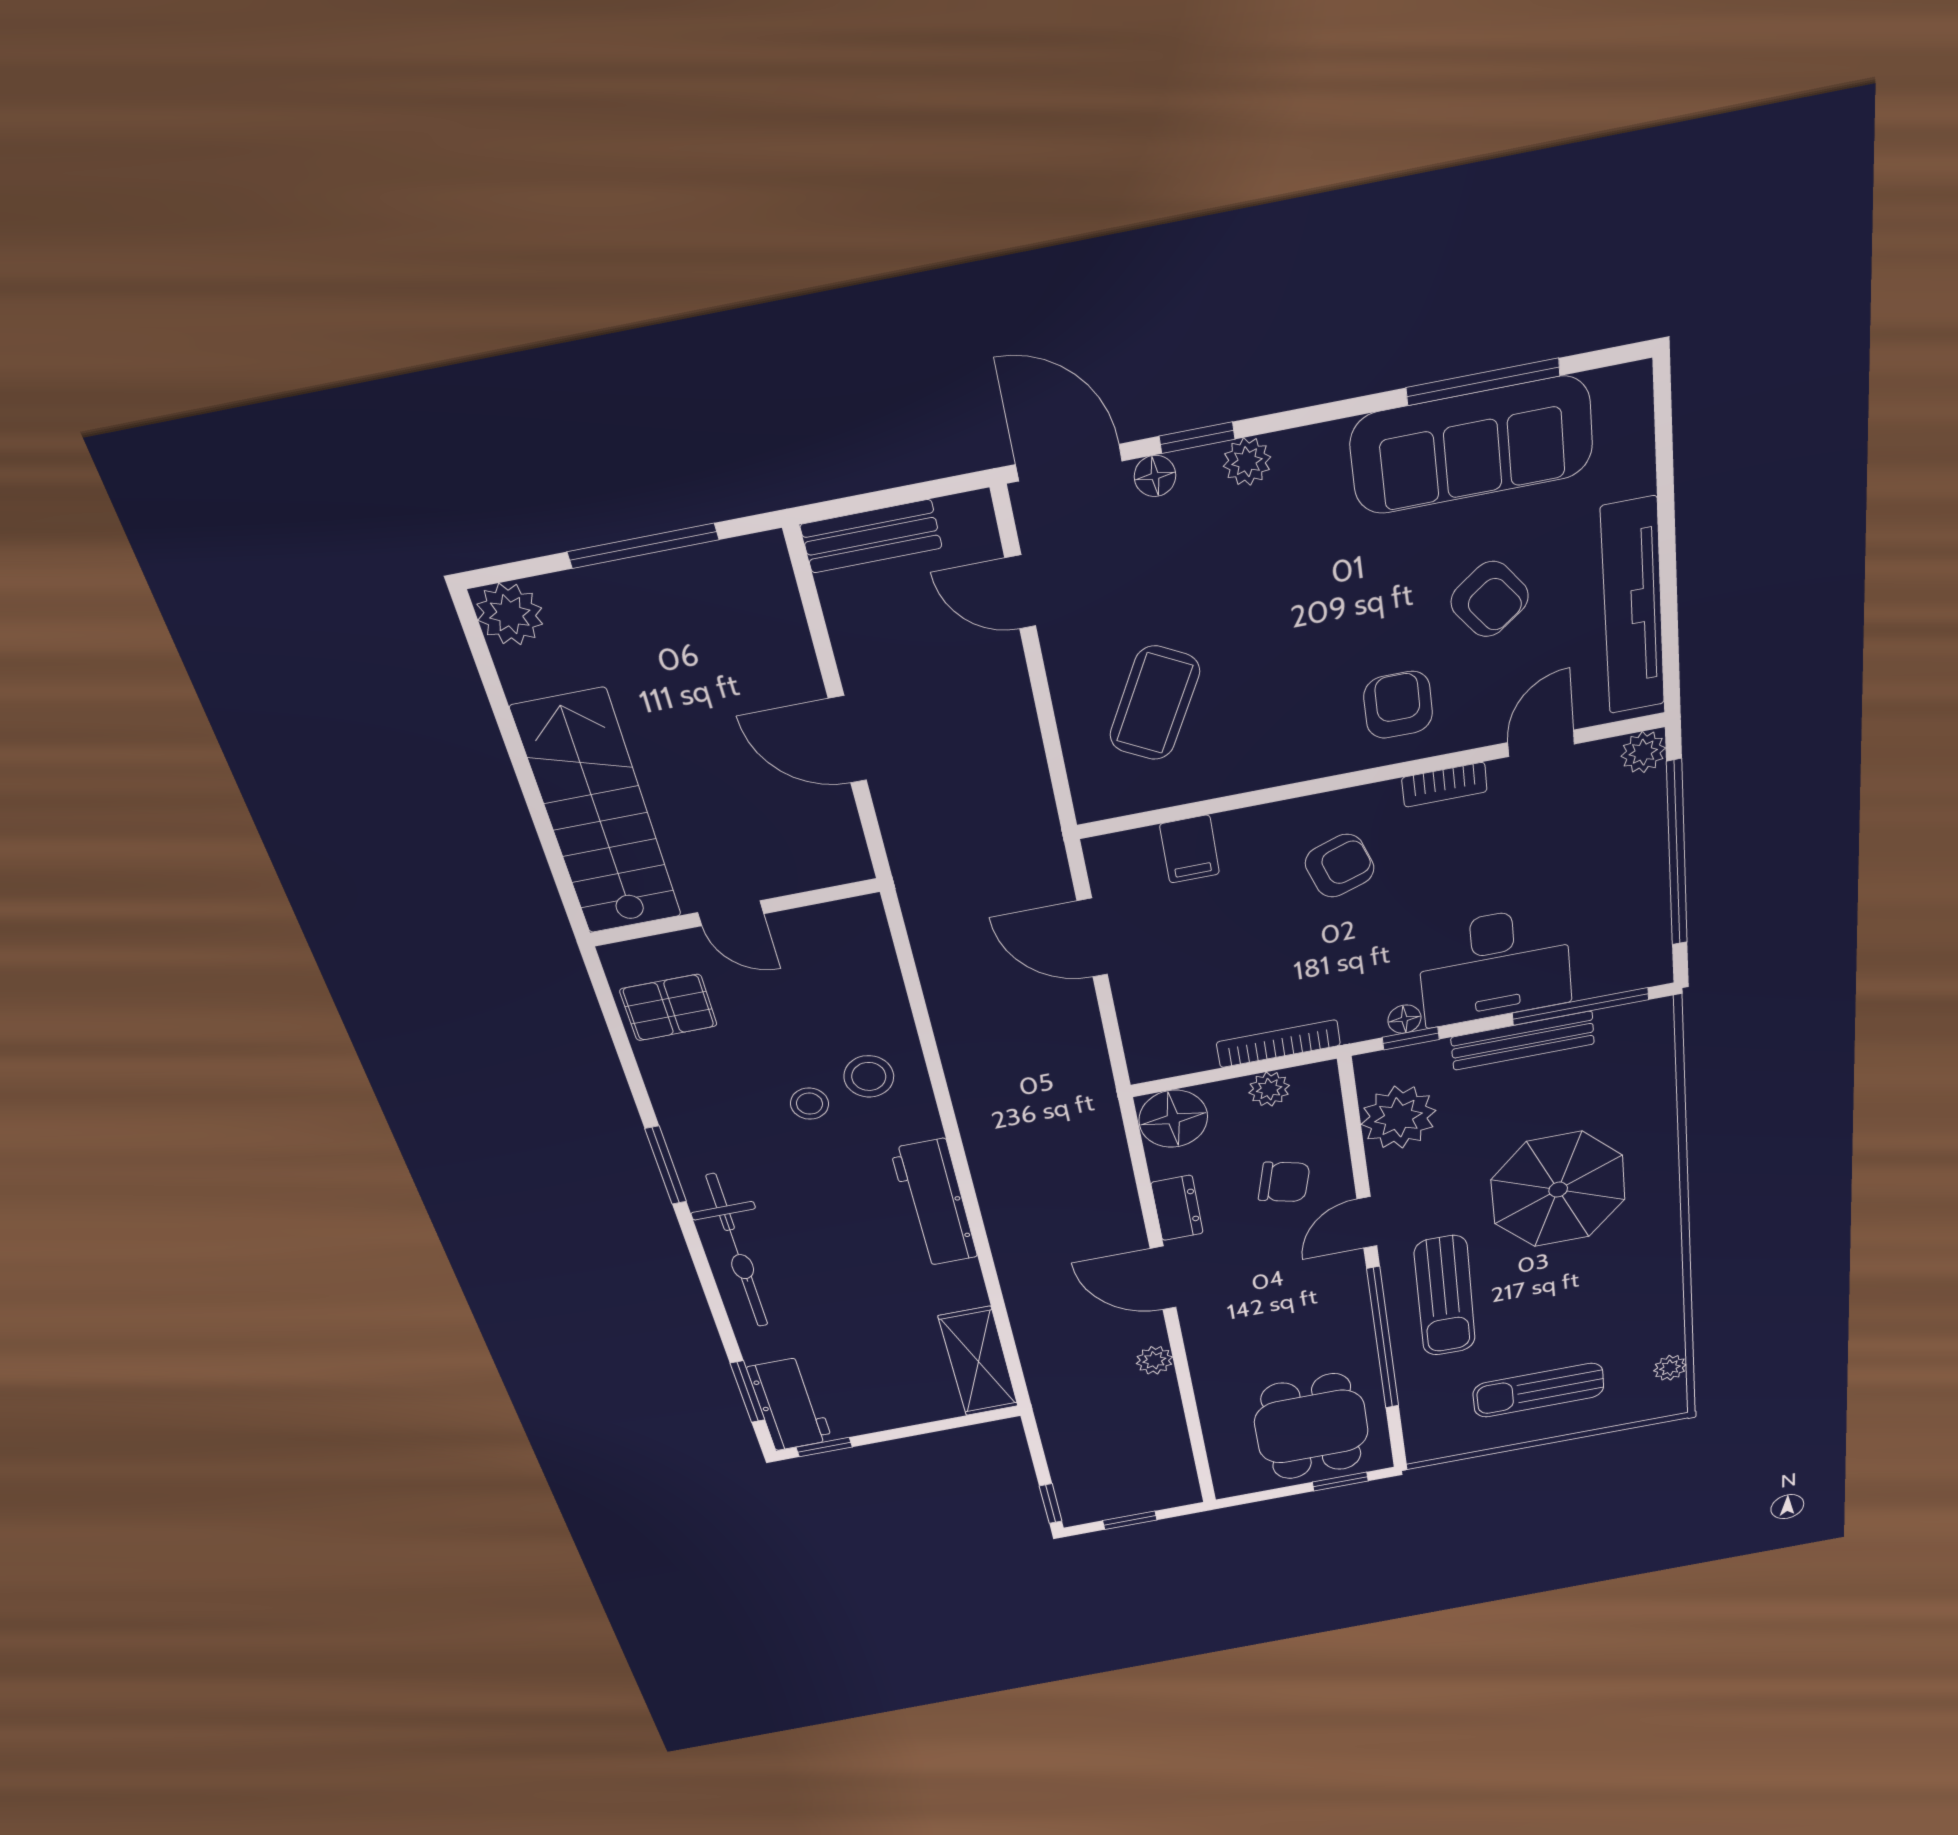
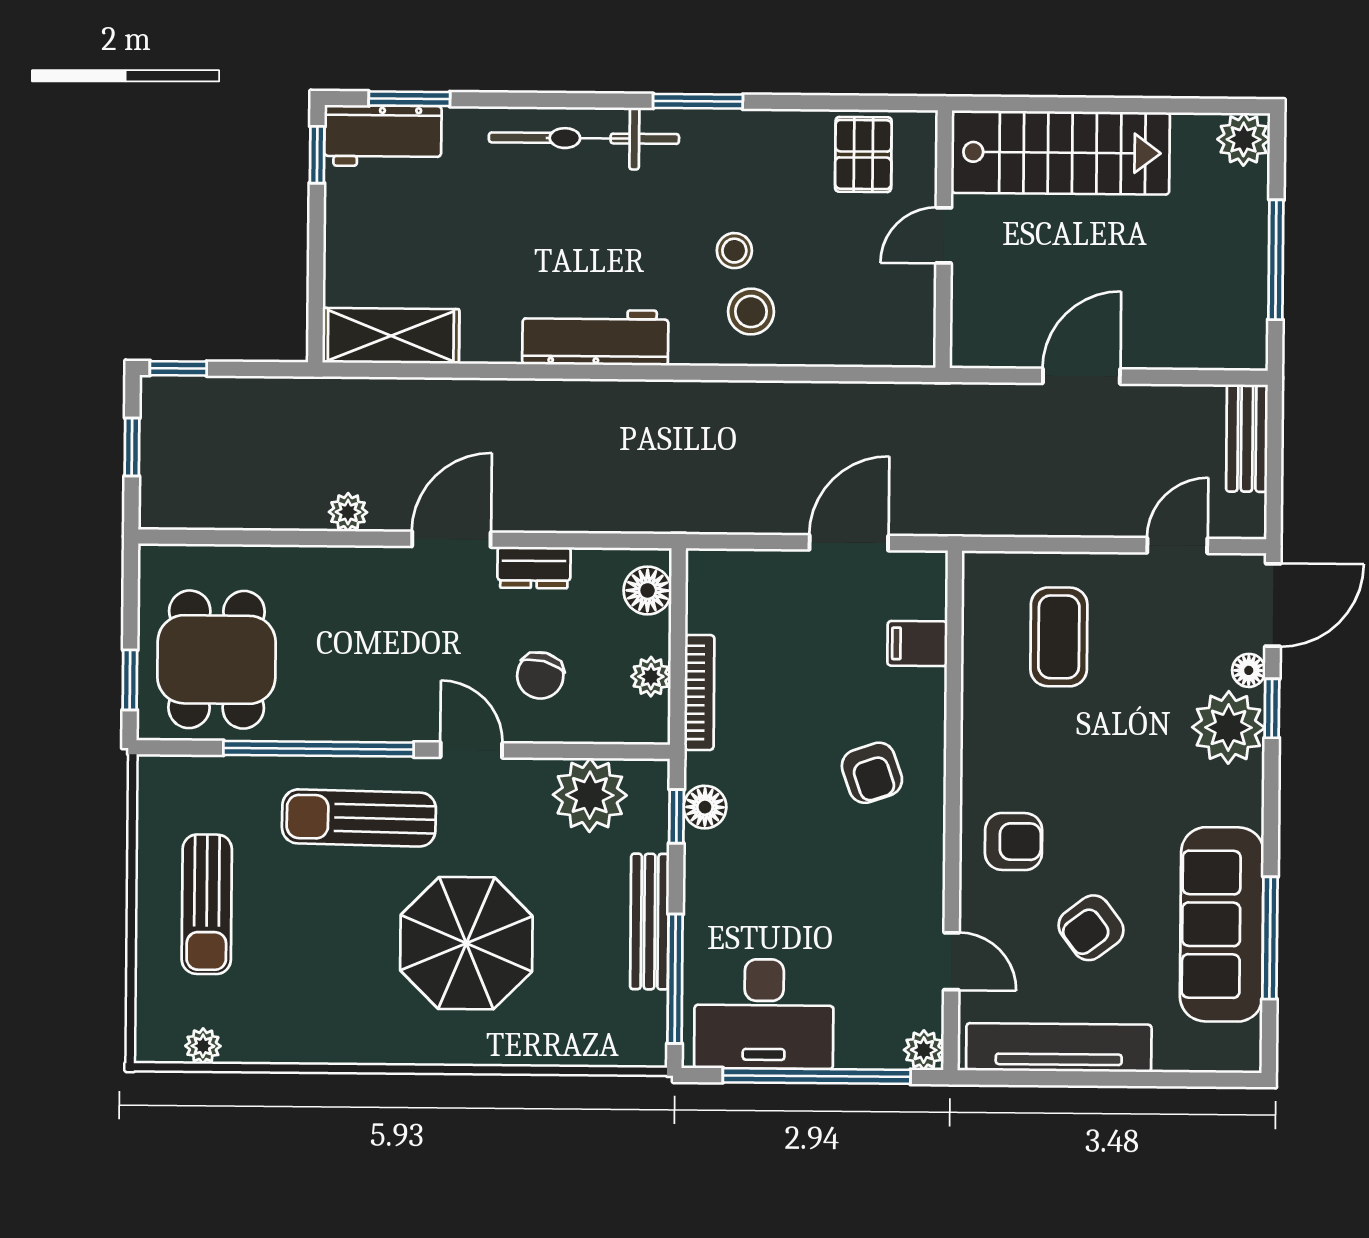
plant: (1247, 462) -> (1228, 727), width x1.88, depth x1.88
coffee table: (1155, 703) -> (1059, 637), turned 62
bookcase: (1444, 785) -> (930, 874), removed
desk: (1495, 966) -> (764, 1014), moved, turned -90
floor lamp: (1404, 1019) -> (705, 807), width x1.37, depth x1.37
floor lamp: (1173, 1119) -> (648, 590), width x0.73, depth x0.73
sun lounger: (1538, 1390) -> (207, 904), turned 180
dining table: (1311, 1427) -> (217, 660), turned 90

